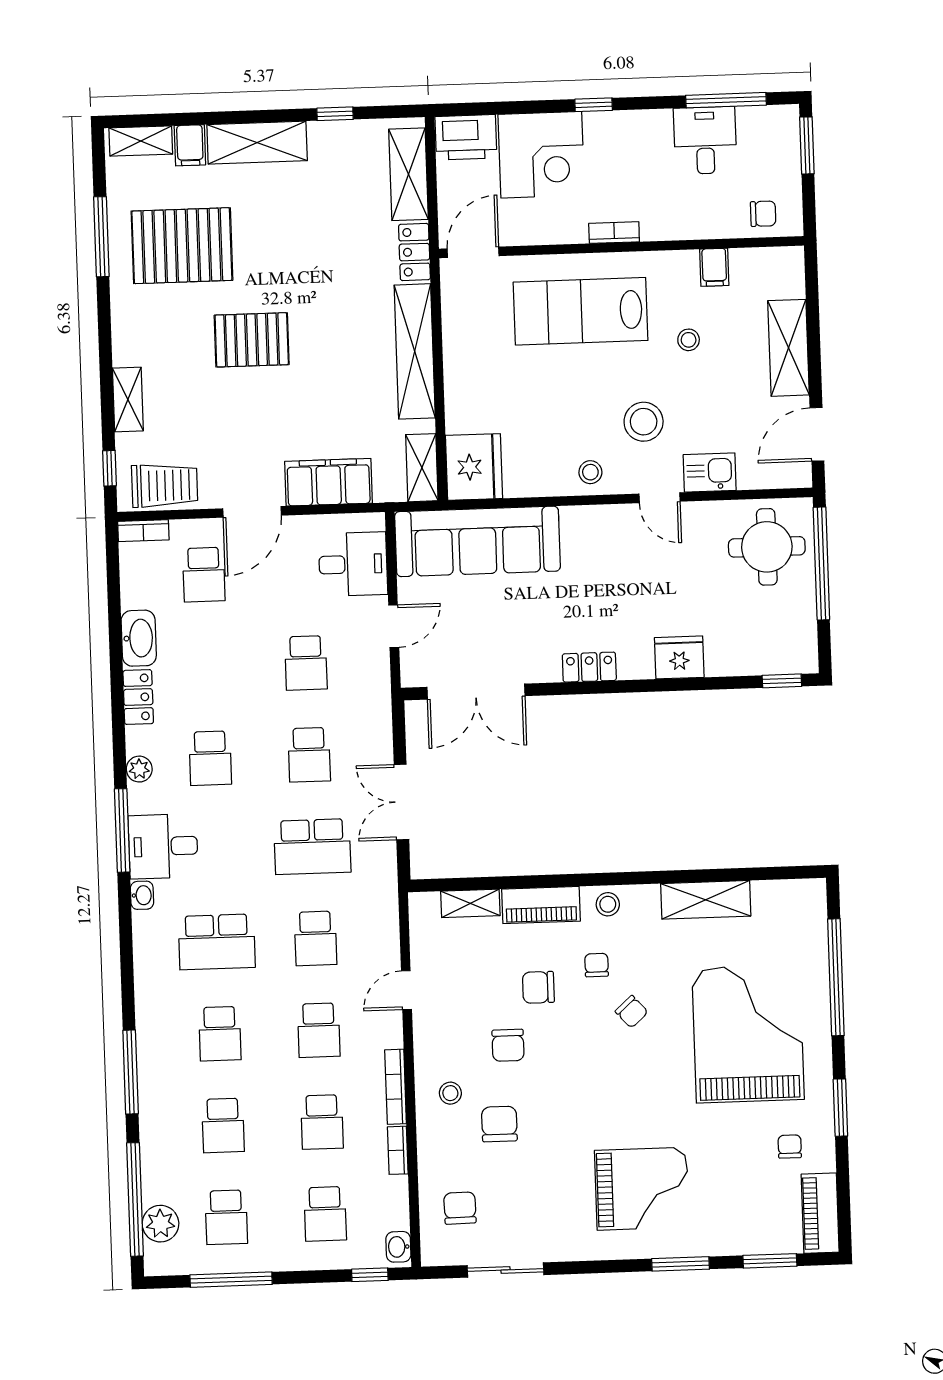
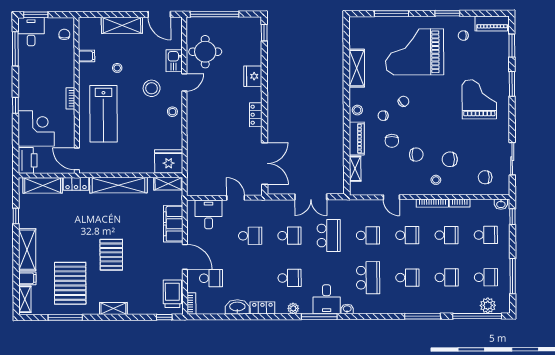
desk: (705, 140) -> (31, 32), moved, turned 90
shelving: (128, 400) -> (113, 308), moved
sofa: (477, 541) -> (200, 161), removed
round table: (767, 547) -> (205, 52), moved
window: (836, 977) -> (392, 14), width x0.68

